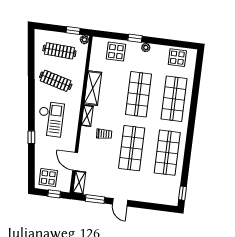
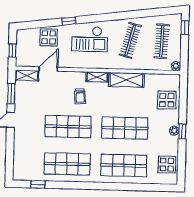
window: (73, 30) -> (185, 28), moved
window: (135, 38) -> (182, 131), moved
display table: (48, 178) -> (49, 37), moved
window: (183, 193) -> (38, 184), moved

